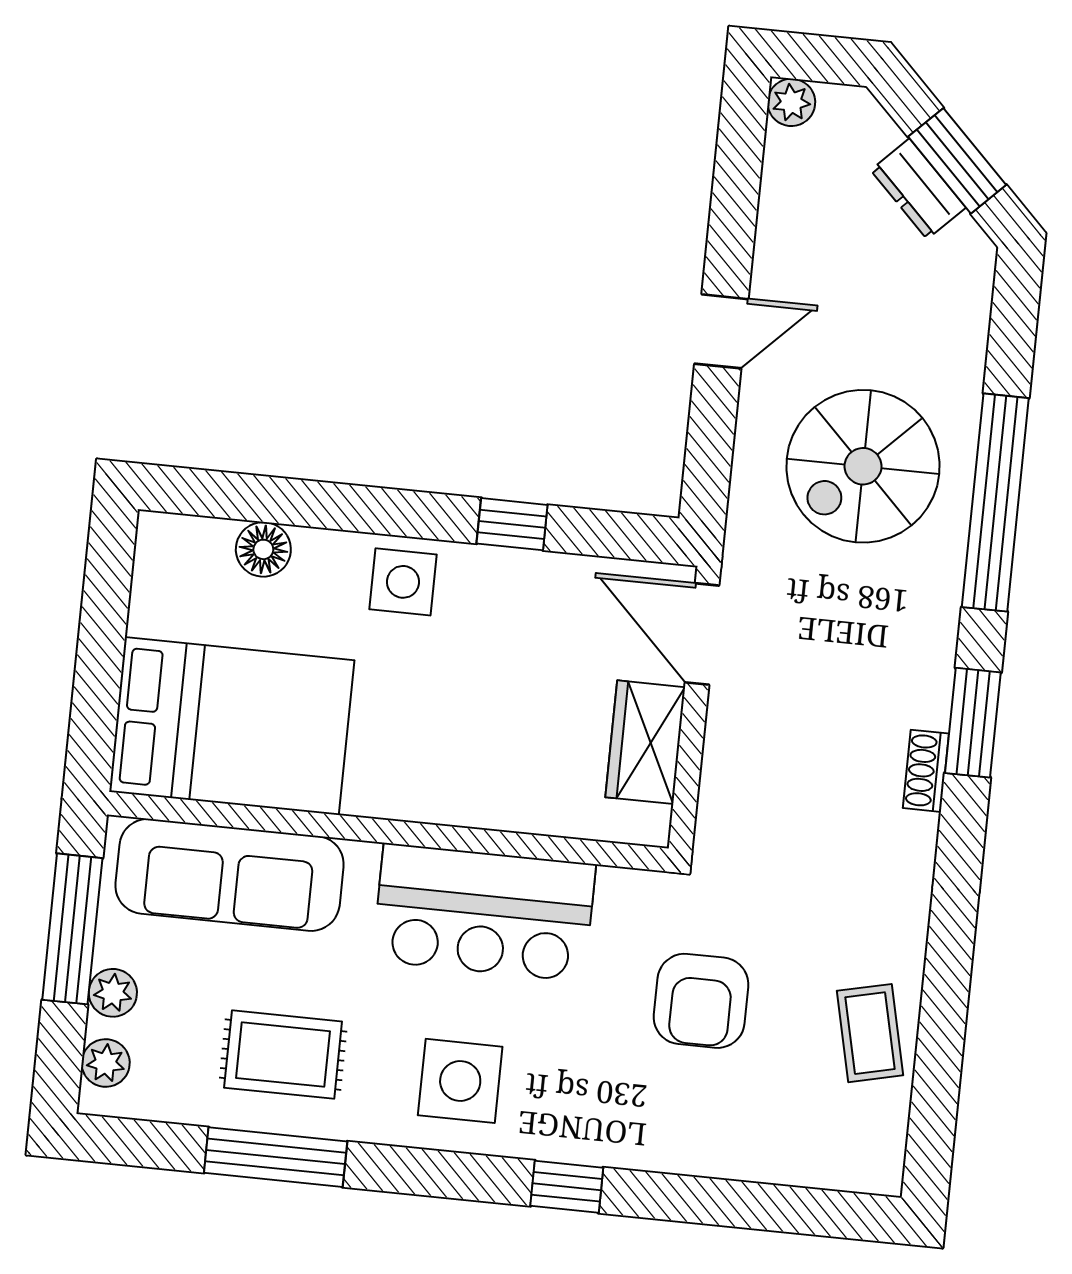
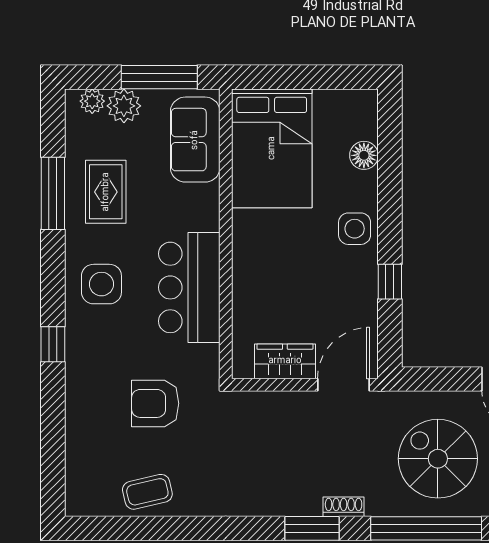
shoe rack: (926, 771) -> (344, 507), moved
sofa: (230, 875) -> (195, 140), width x0.73
plant: (113, 993) -> (124, 106), width x1.38, depth x1.38

